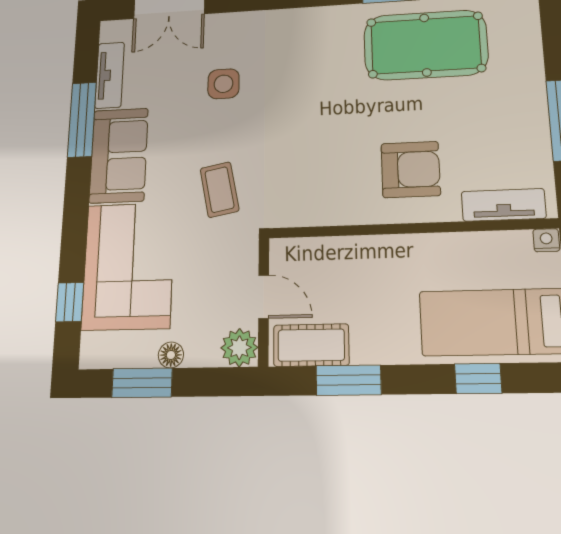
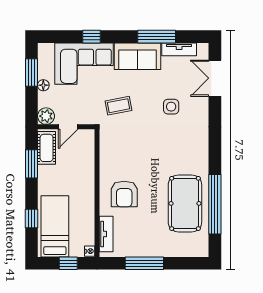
window: (70, 302) -> (91, 37), moved

